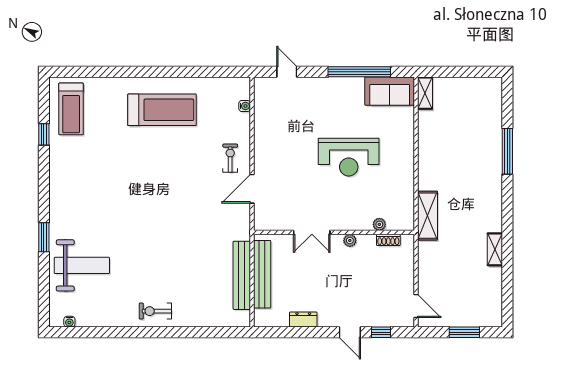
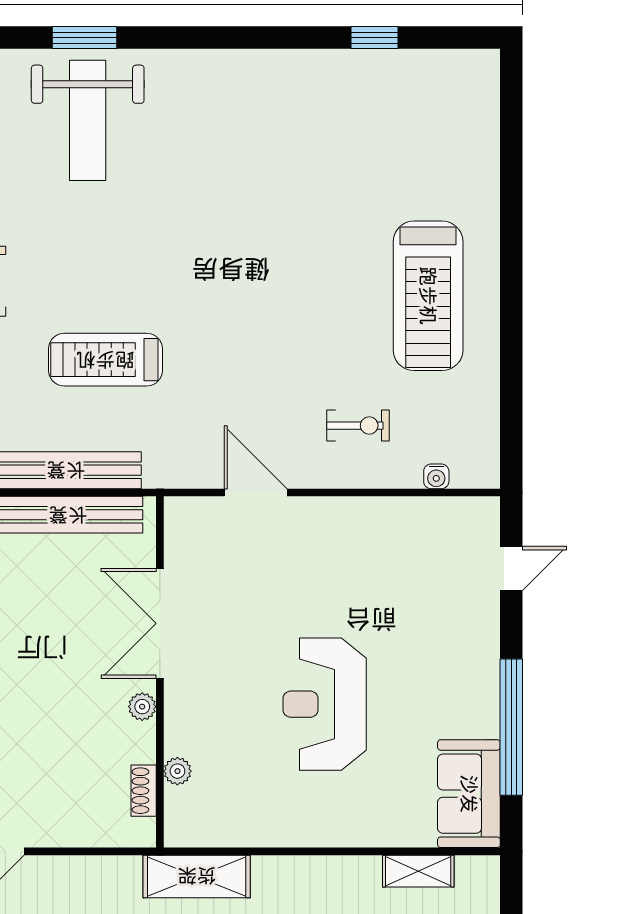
shelving: (425, 93) -> (418, 871), moved
treadmill: (71, 109) -> (105, 360), moved
exercise bike: (230, 158) -> (358, 426), moved
double door: (312, 232) -> (160, 623), width x1.37
window: (44, 237) -> (85, 38), moved

